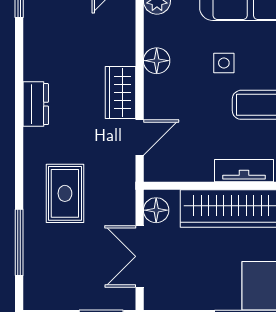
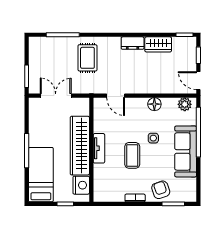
wardrobe: (120, 93) -> (158, 44), moved, turned 180
rug: (65, 193) -> (87, 58), turned 90
floor lamp: (156, 210) -> (79, 104), removed

